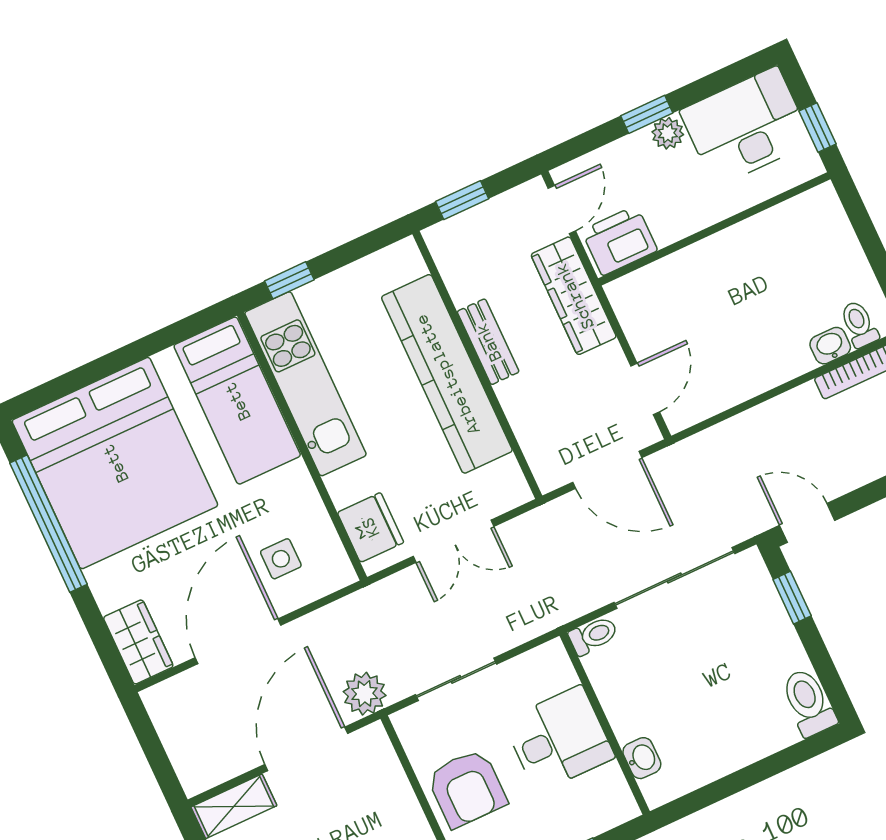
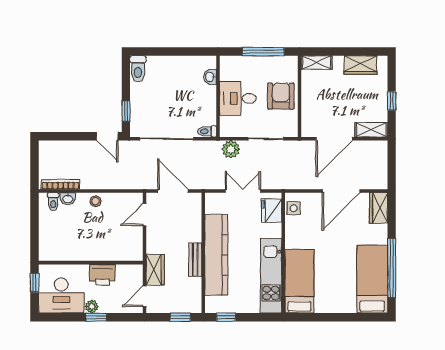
printer: (619, 240) -> (102, 275), moved
window: (289, 280) -> (226, 317), moved
wardrobe: (574, 296) -> (155, 270), width x0.67
stool: (767, 368) -> (95, 201), added
bed: (115, 463) -> (372, 279), width x0.49
side table: (281, 559) -> (294, 208), moved
plant: (365, 694) -> (231, 149), moved

